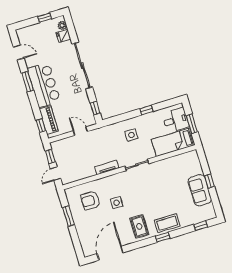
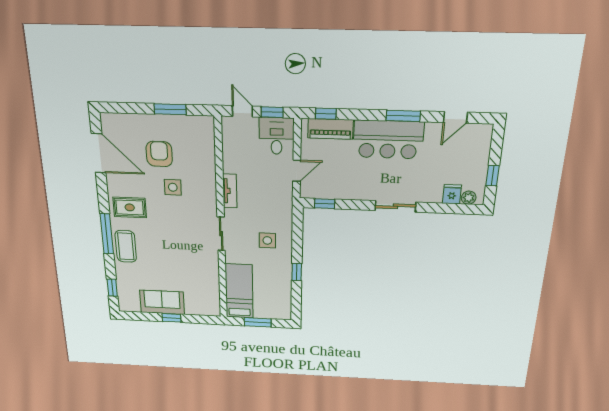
sliding door: (82, 66) -> (395, 206), width x0.54
desk: (176, 120) -> (277, 136), moved, turned 180
armchair: (90, 200) -> (159, 154), moved
window: (163, 237) -> (107, 234), width x2.17

